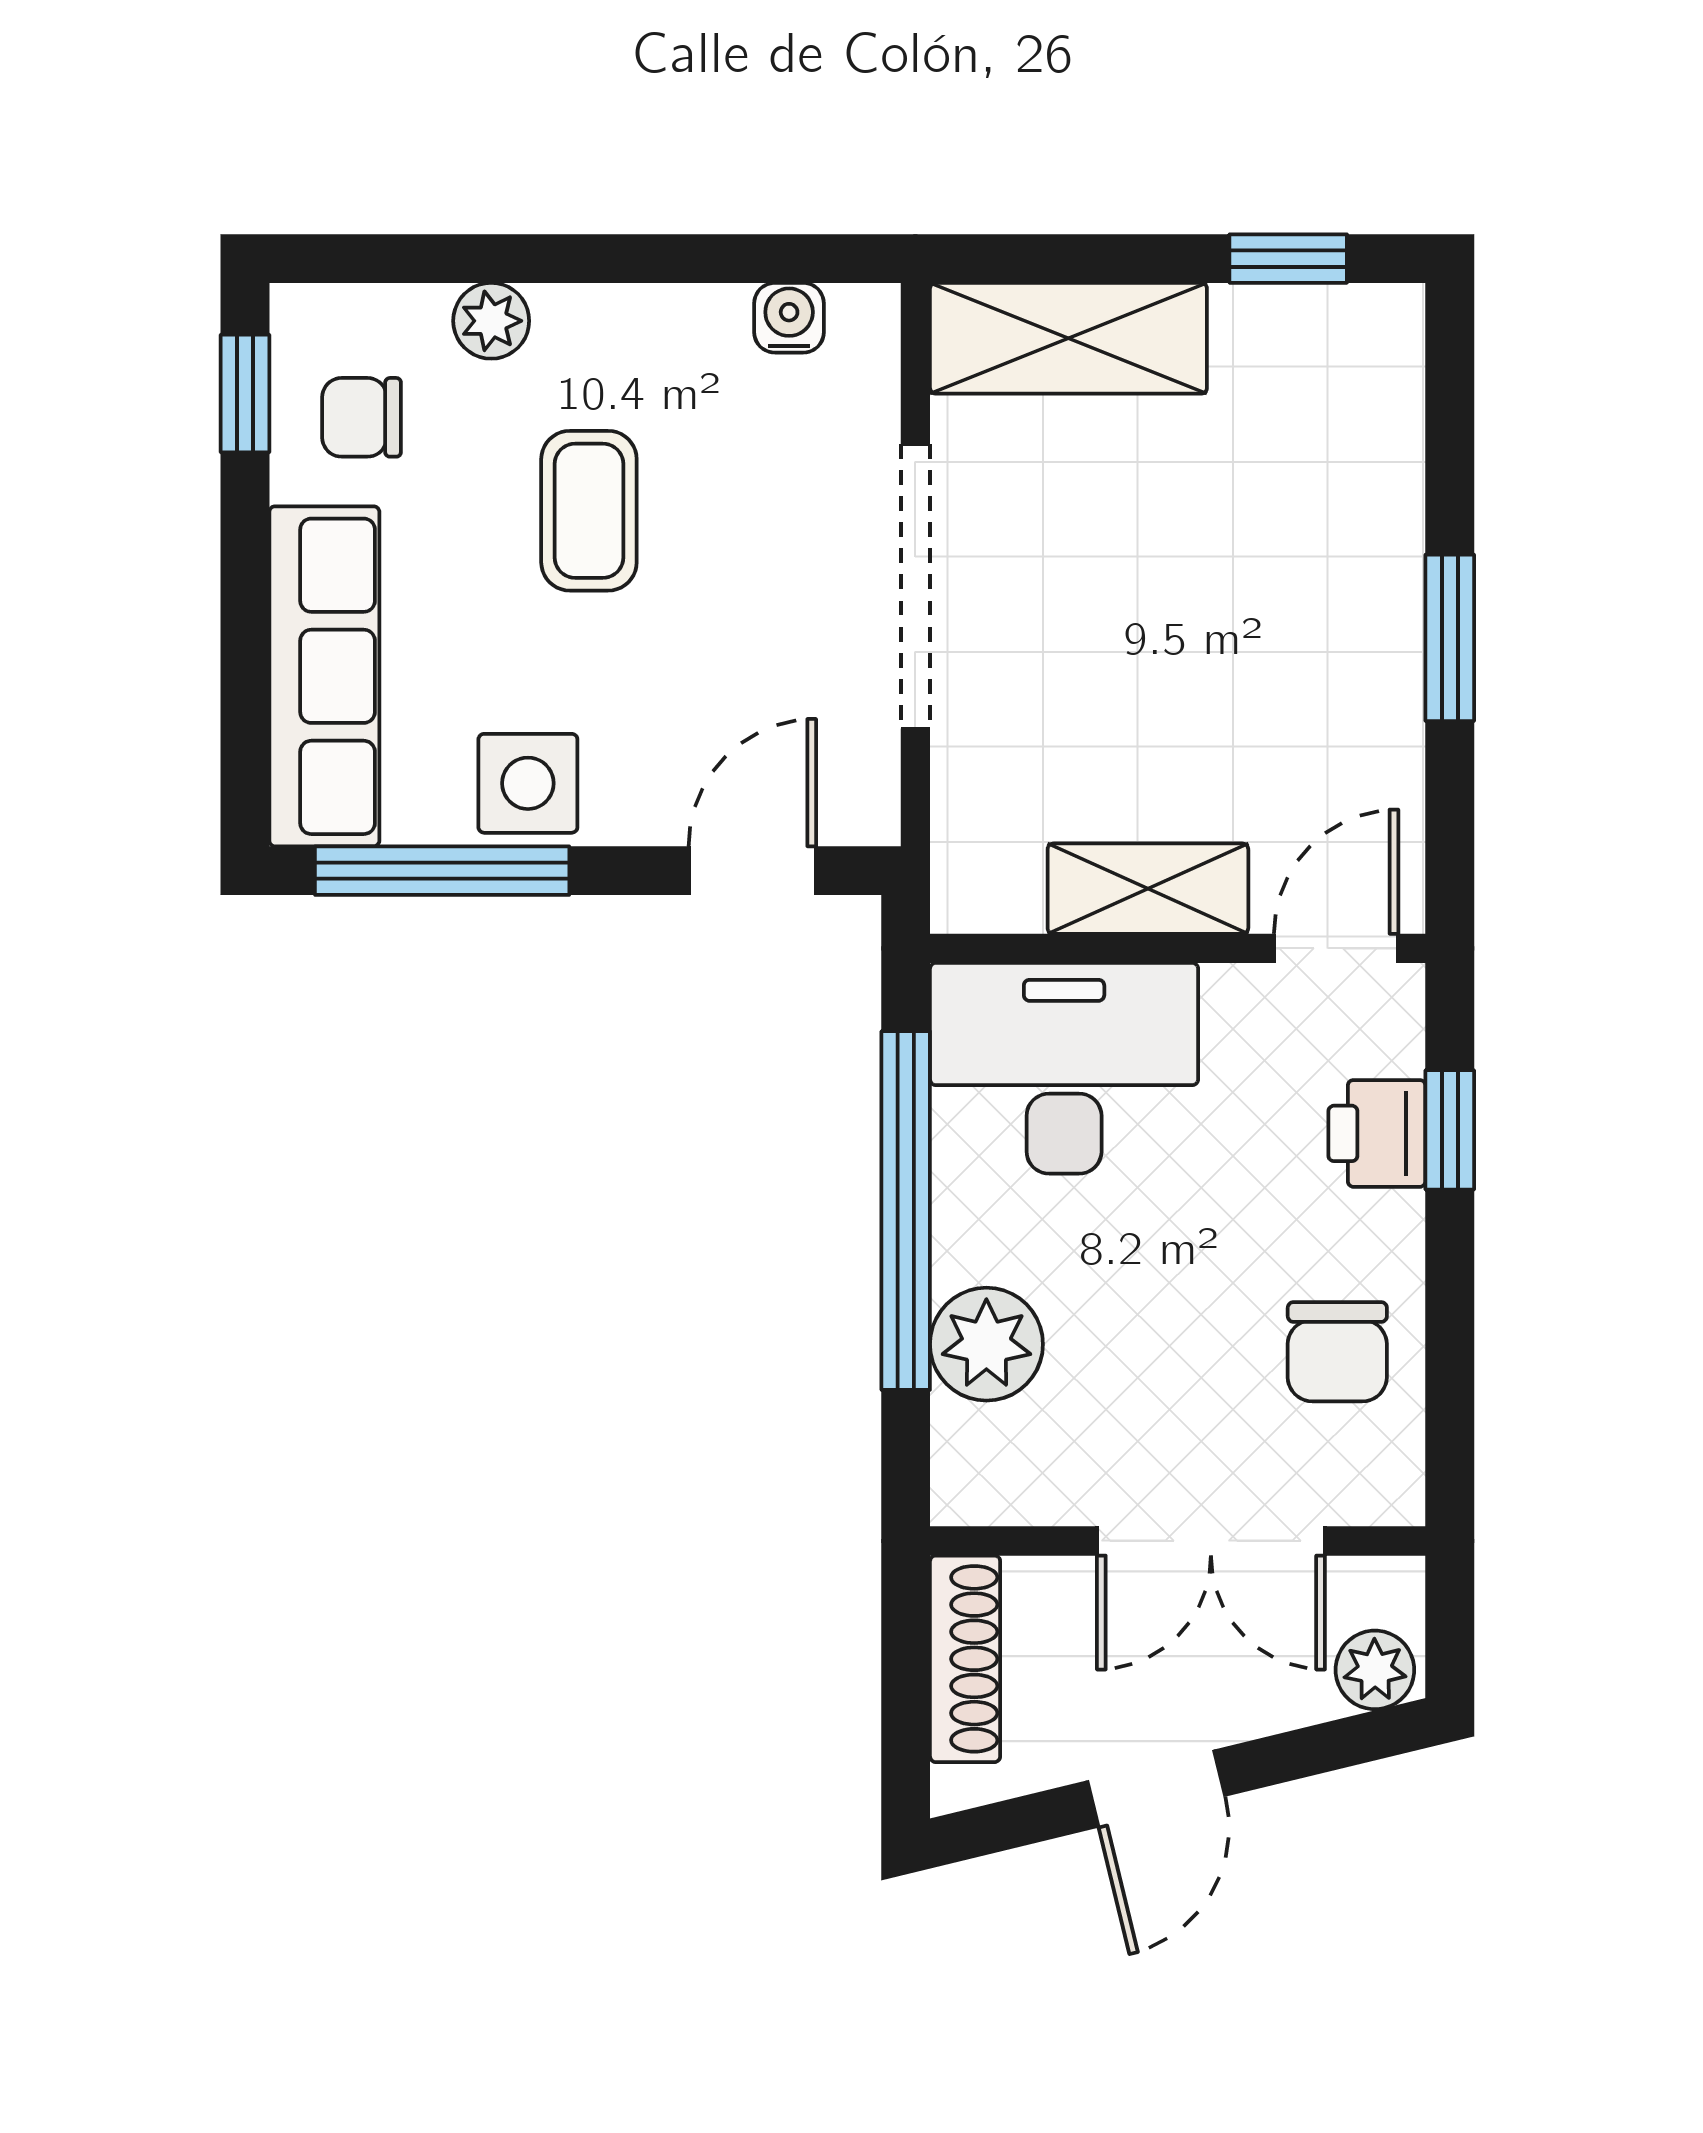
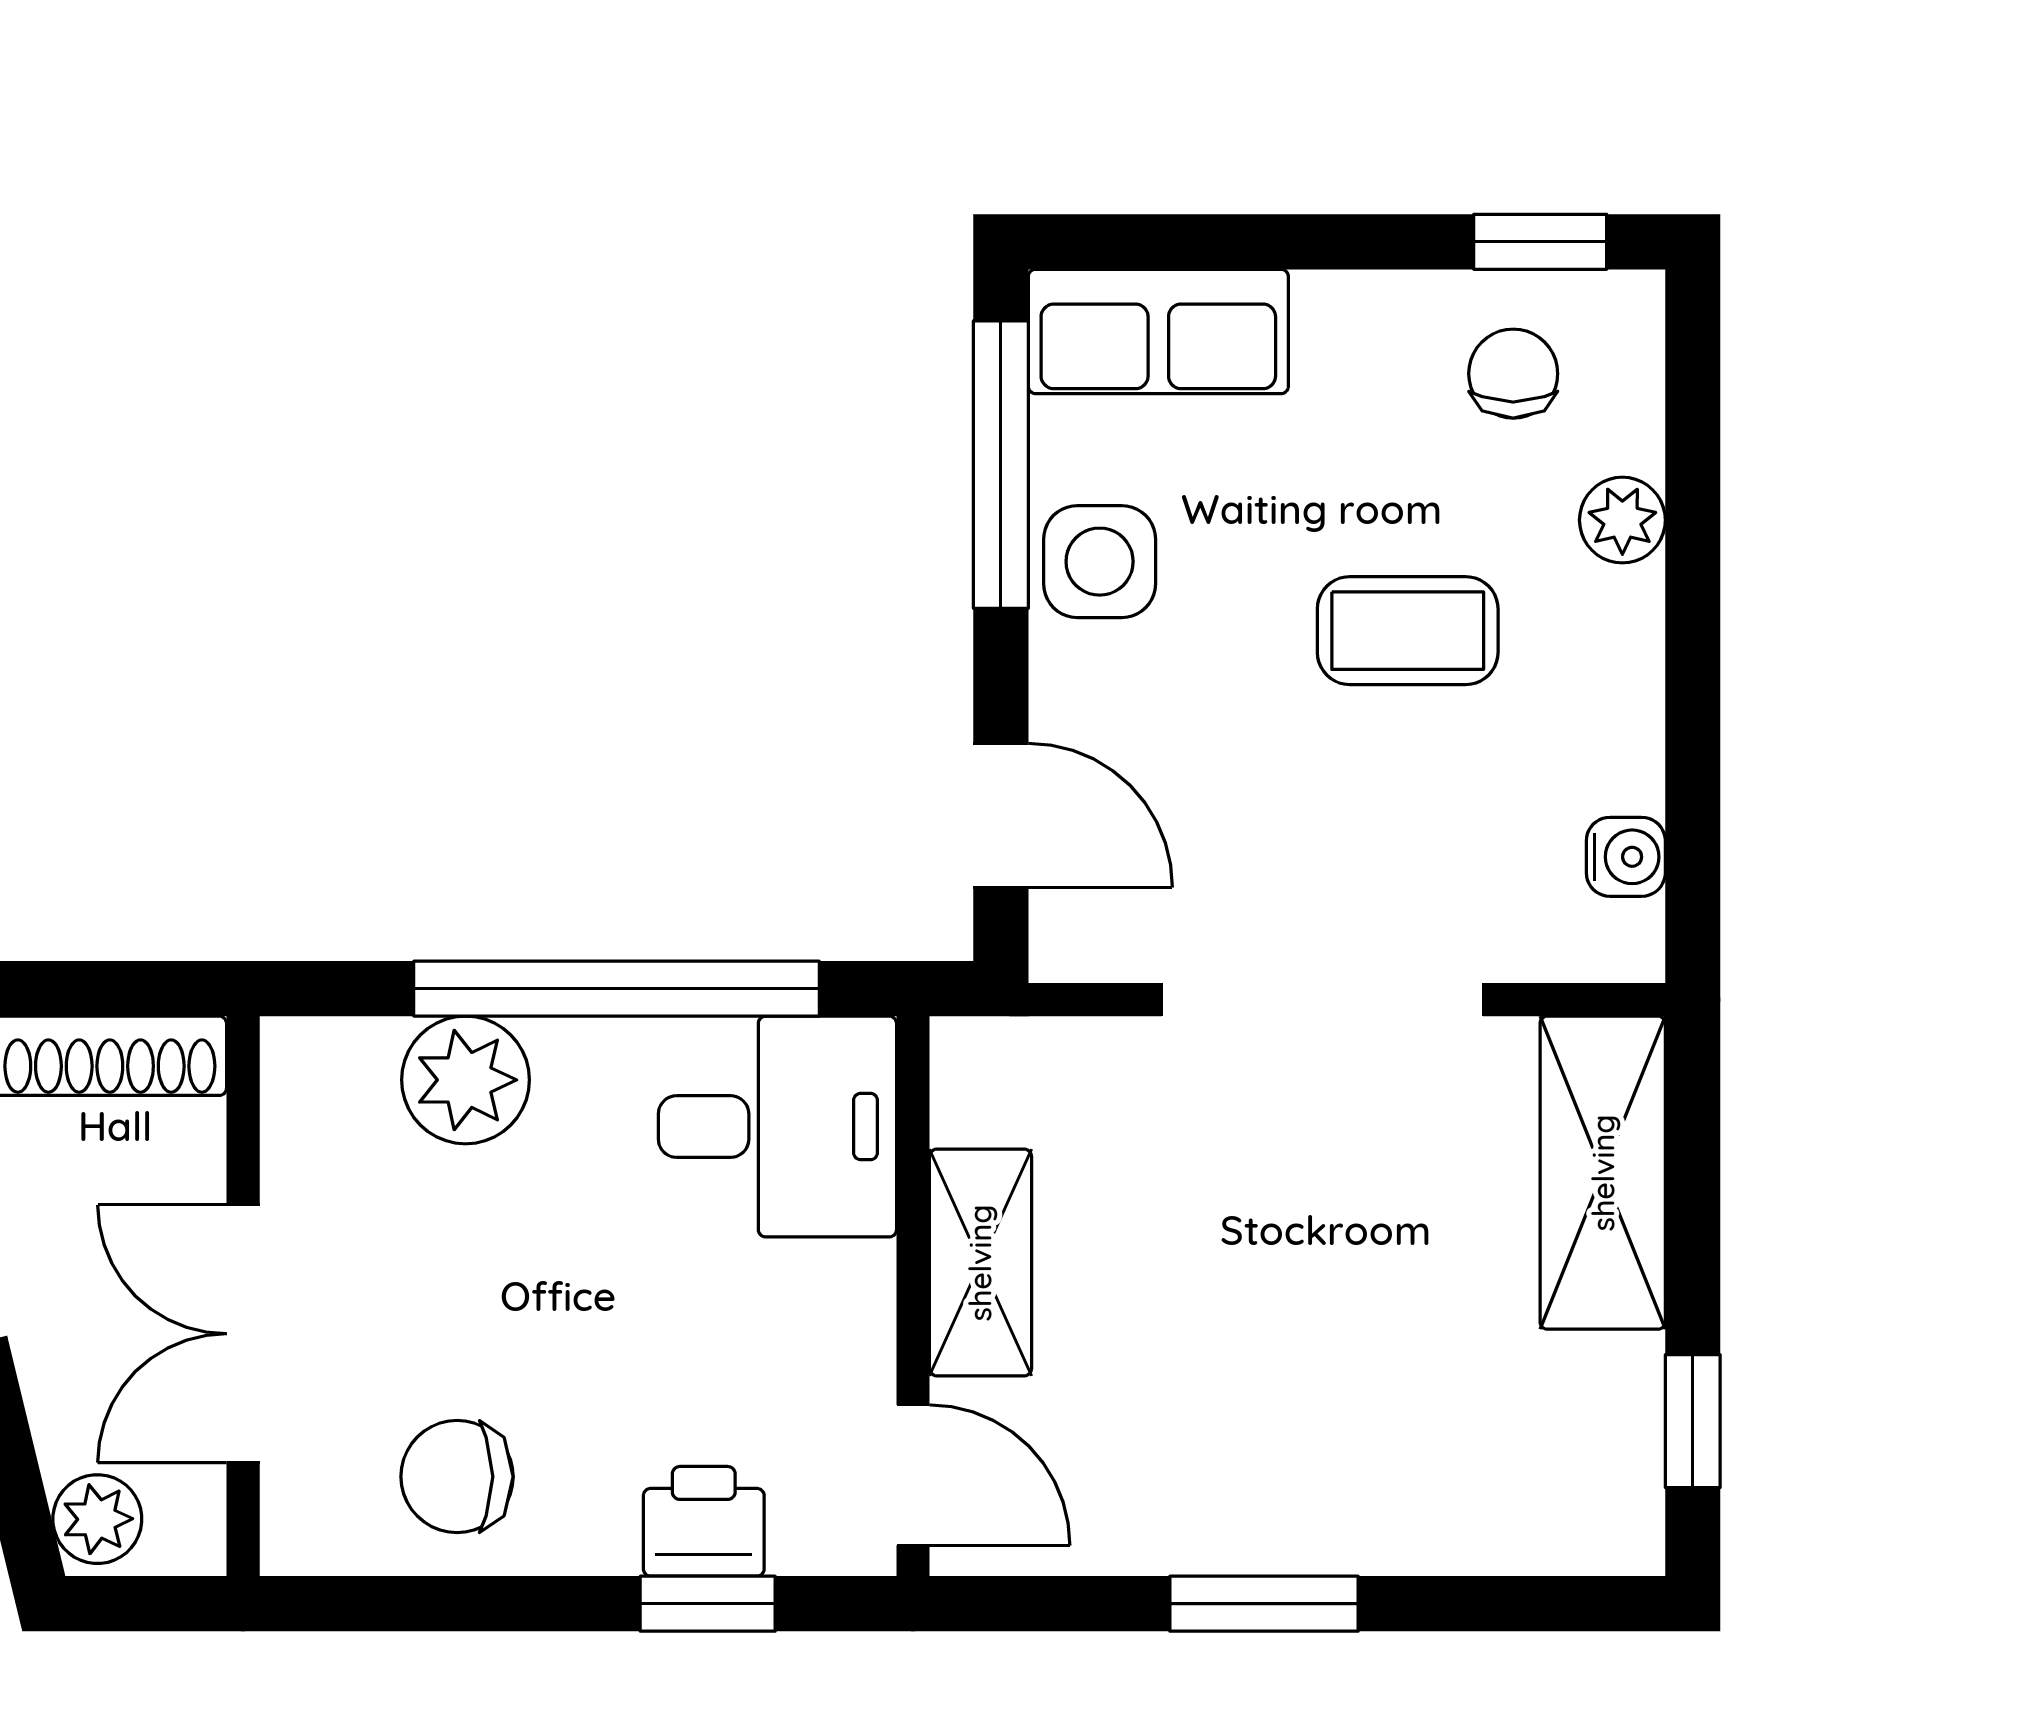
row of seats: (324, 676) -> (1158, 331), width x0.68
desk: (1064, 1068) -> (777, 1127), width x0.73

